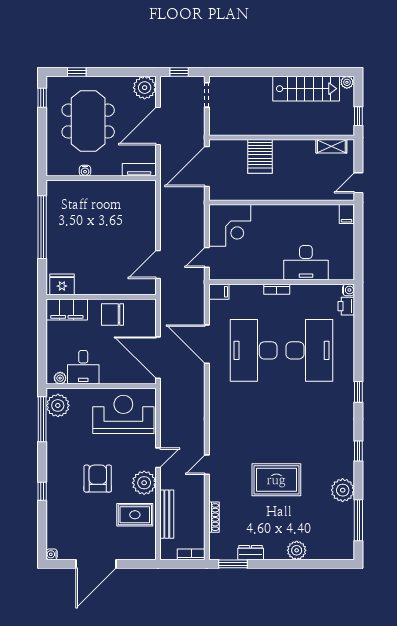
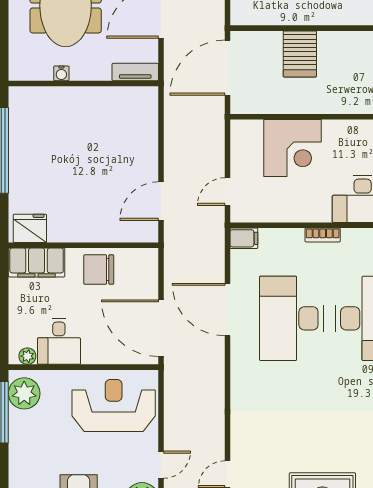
corner desk: (230, 225) -> (292, 148), moved

